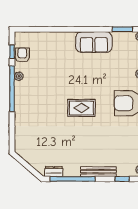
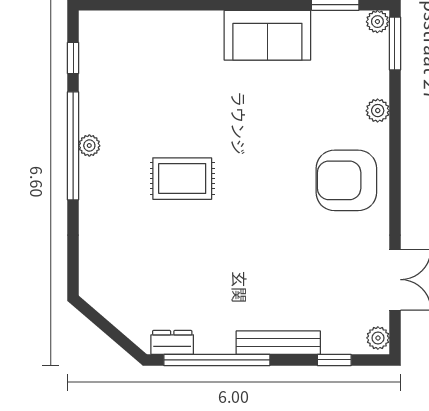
armchair: (22, 55) -> (97, 66), removed
plant: (19, 76) -> (89, 146), moved
rug: (81, 108) -> (182, 179), moved

